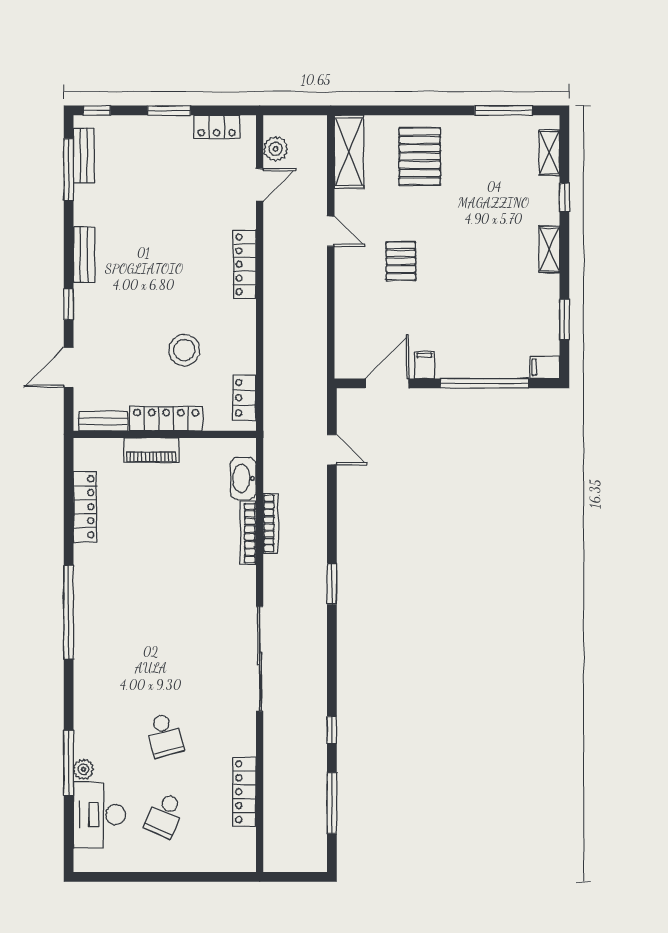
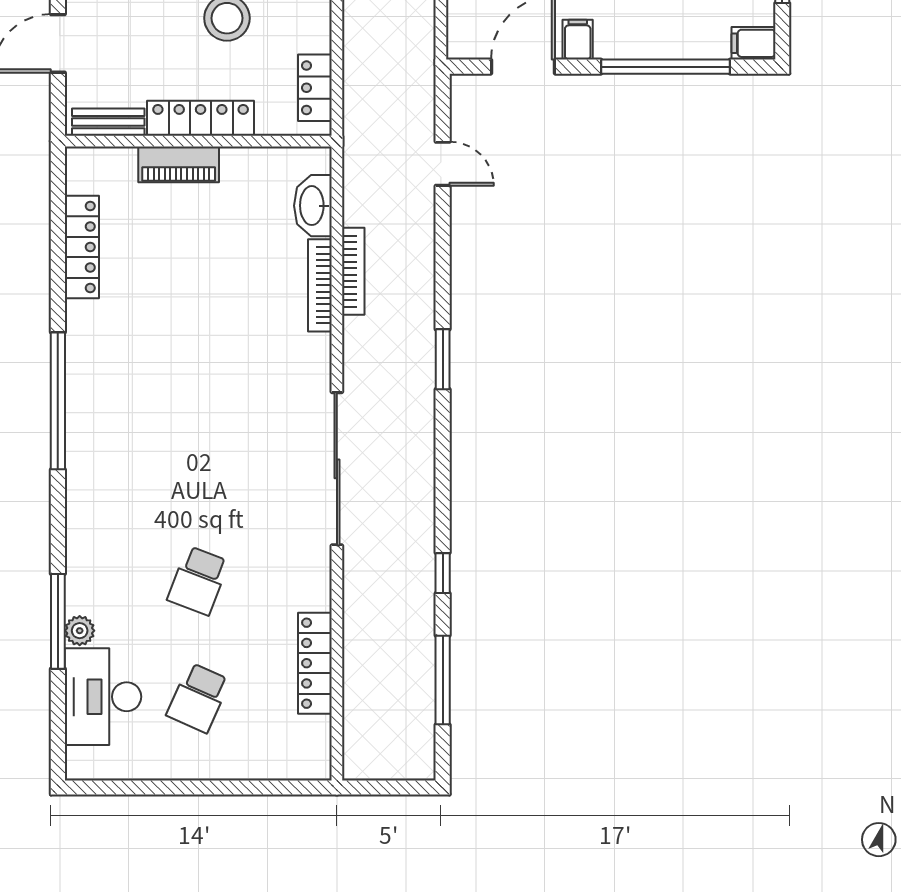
school desk: (165, 735) -> (198, 581), turned 36

